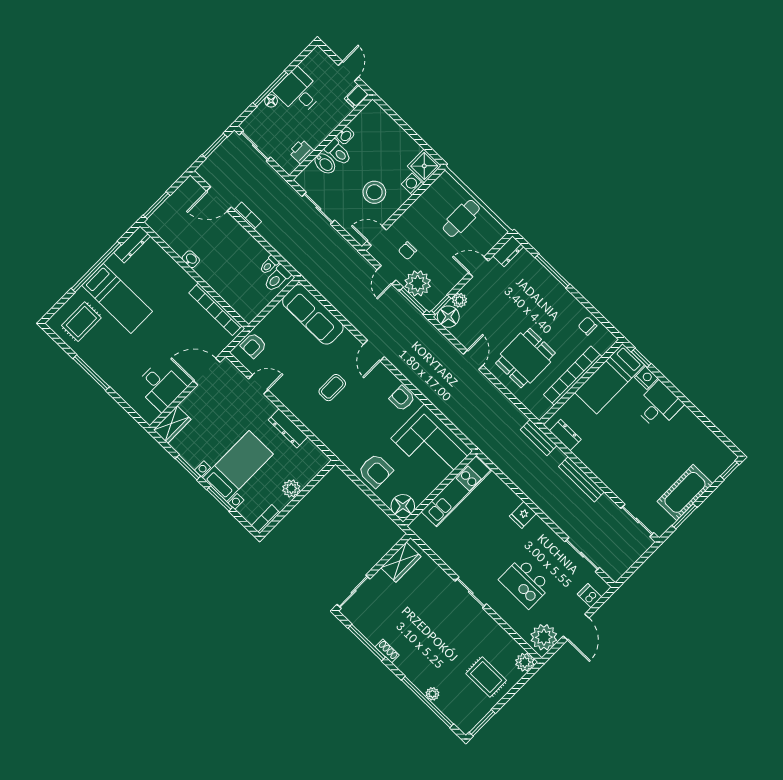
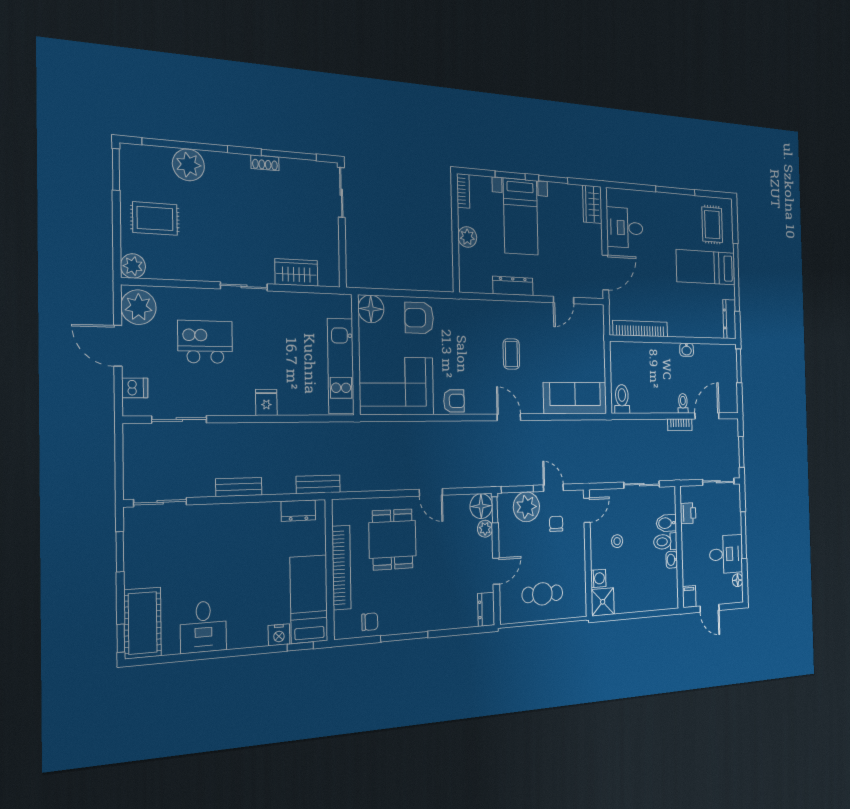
floor lamp: (271, 101) -> (738, 580), moved
stool: (374, 192) -> (617, 541), width x0.53, depth x0.53
cafe table: (461, 218) -> (542, 594), turned 90
toilet: (269, 265) -> (683, 403), moved
window: (552, 271) -> (404, 637), moved
armchair: (254, 345) -> (593, 328), removed
desk: (659, 406) -> (203, 627), moved
bench: (581, 479) -> (239, 487), width x0.73
cot: (685, 492) -> (143, 623), moved
wardrobe: (401, 562) -> (296, 272), moved, turned 90
plant: (432, 694) -> (188, 165), width x1.88, depth x1.88

